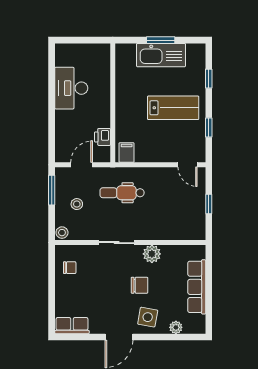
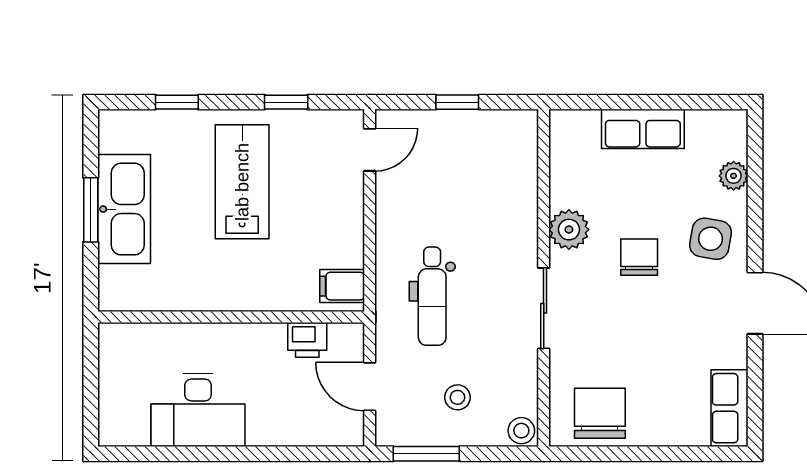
chair: (70, 268) -> (600, 413), width x1.87, depth x1.87
row of seats: (197, 287) -> (643, 129), width x0.68

